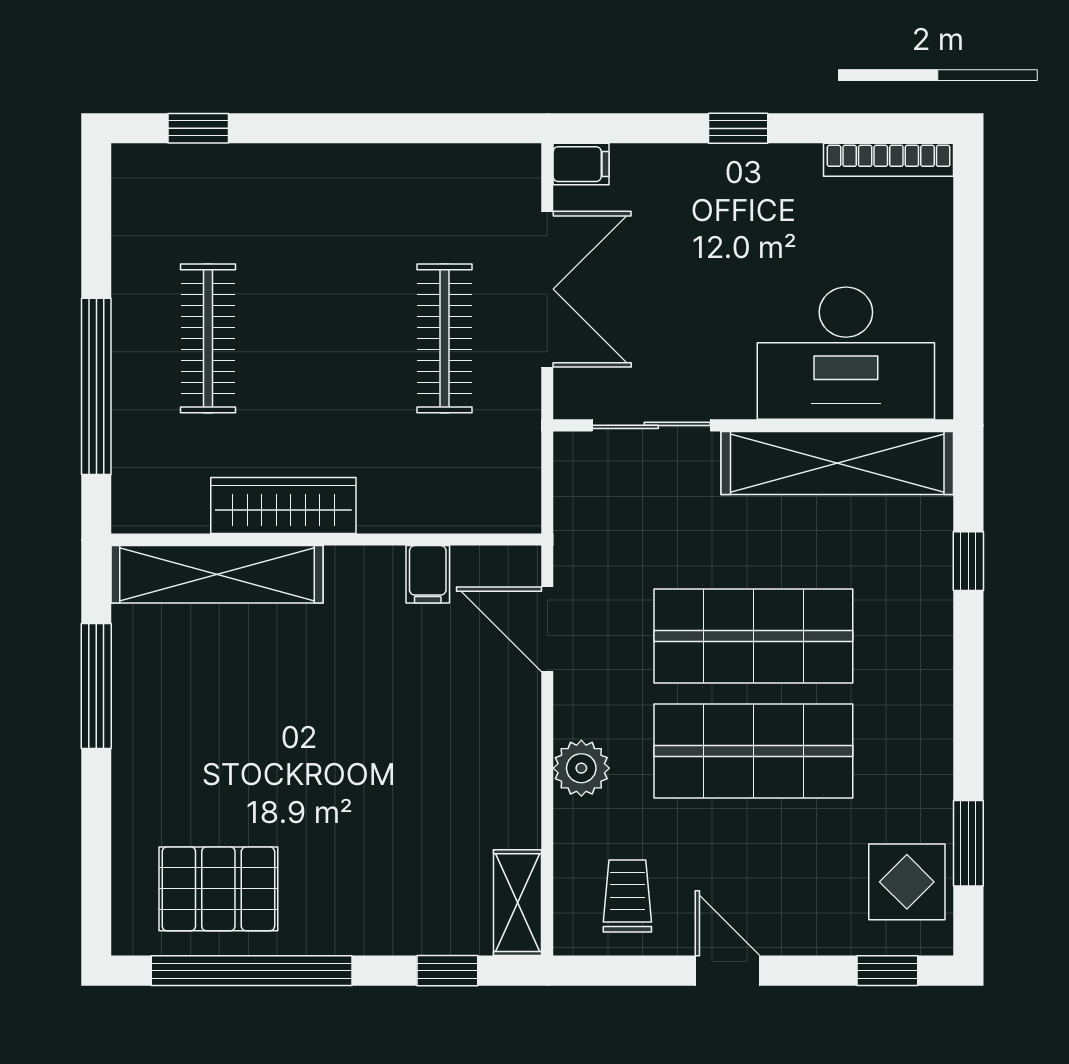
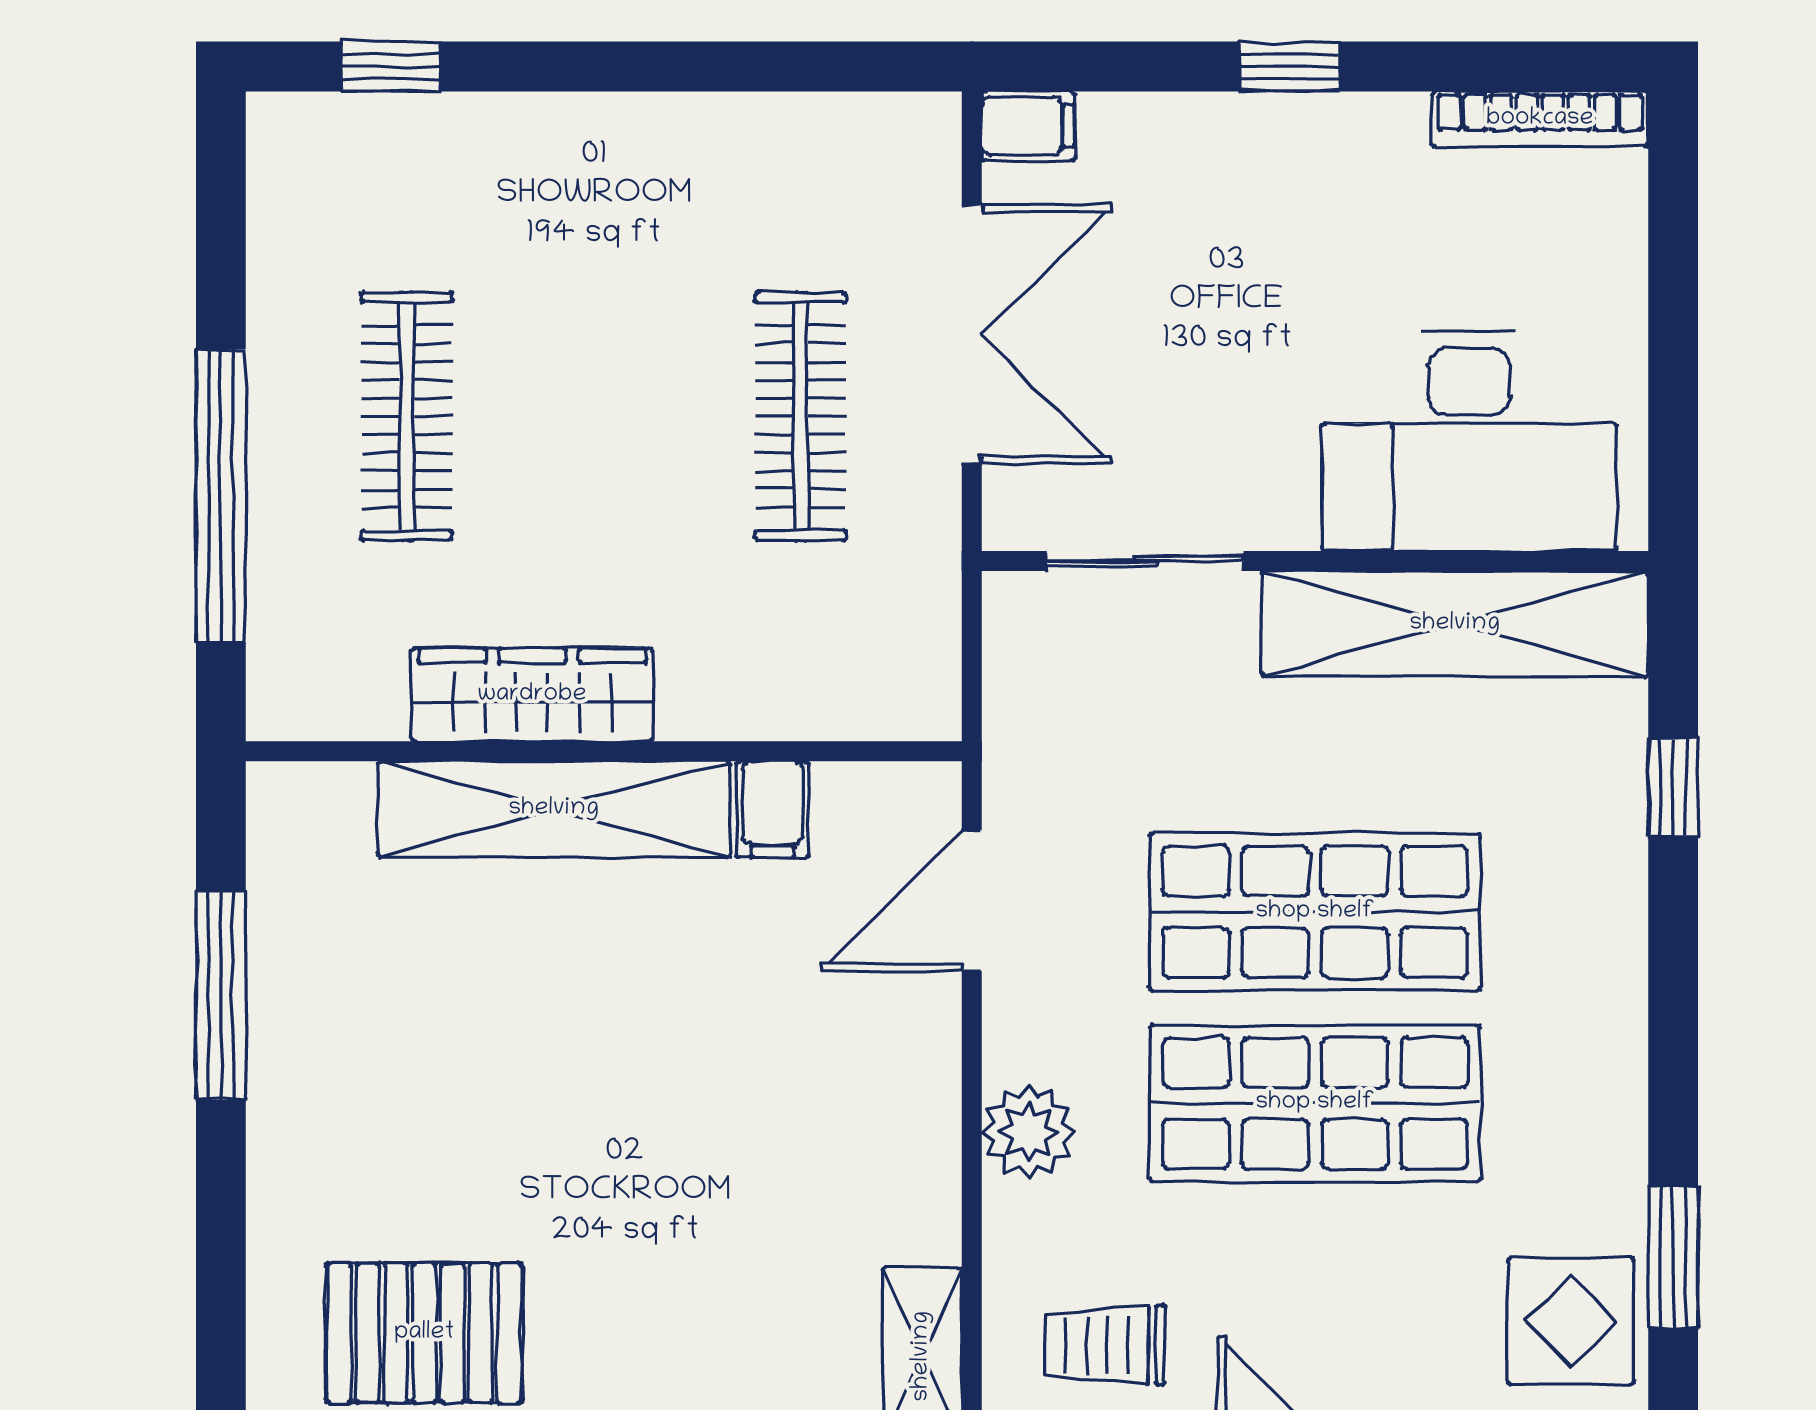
shelving: (217, 574) -> (554, 809), moved
door: (547, 629) -> (972, 901), hinge flipped
trolley: (627, 896) -> (1105, 1345), turned -90

